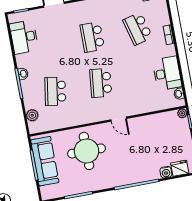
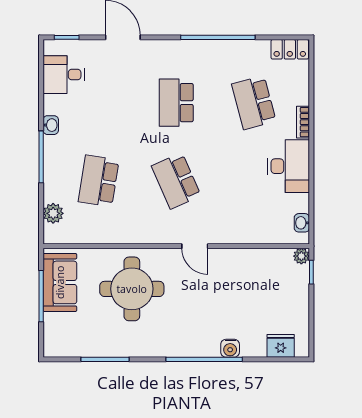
desk: (24, 37) -> (64, 75), width x0.73
desk: (167, 73) -> (289, 166), moved
washbasin: (23, 74) -> (51, 125), moved
school desk: (101, 83) -> (176, 181), turned -30
sofa: (45, 161) -> (60, 282), width x0.73
water cooler: (166, 172) -> (230, 348), moved

